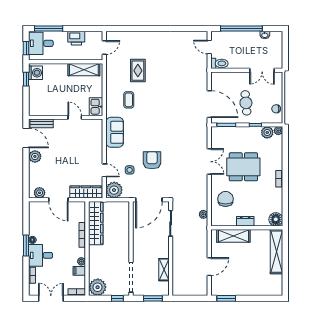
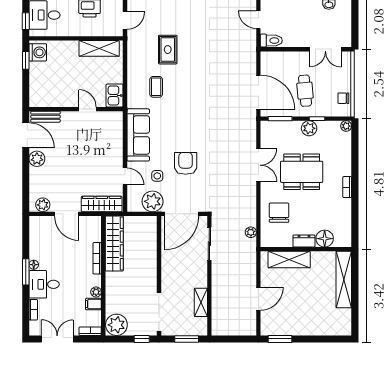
sofa: (115, 132) -> (138, 135), width x1.36
plant: (267, 132) -> (309, 128), moved
plant: (114, 190) -> (153, 201), moved
floor lamp: (276, 219) -> (325, 239), moved

